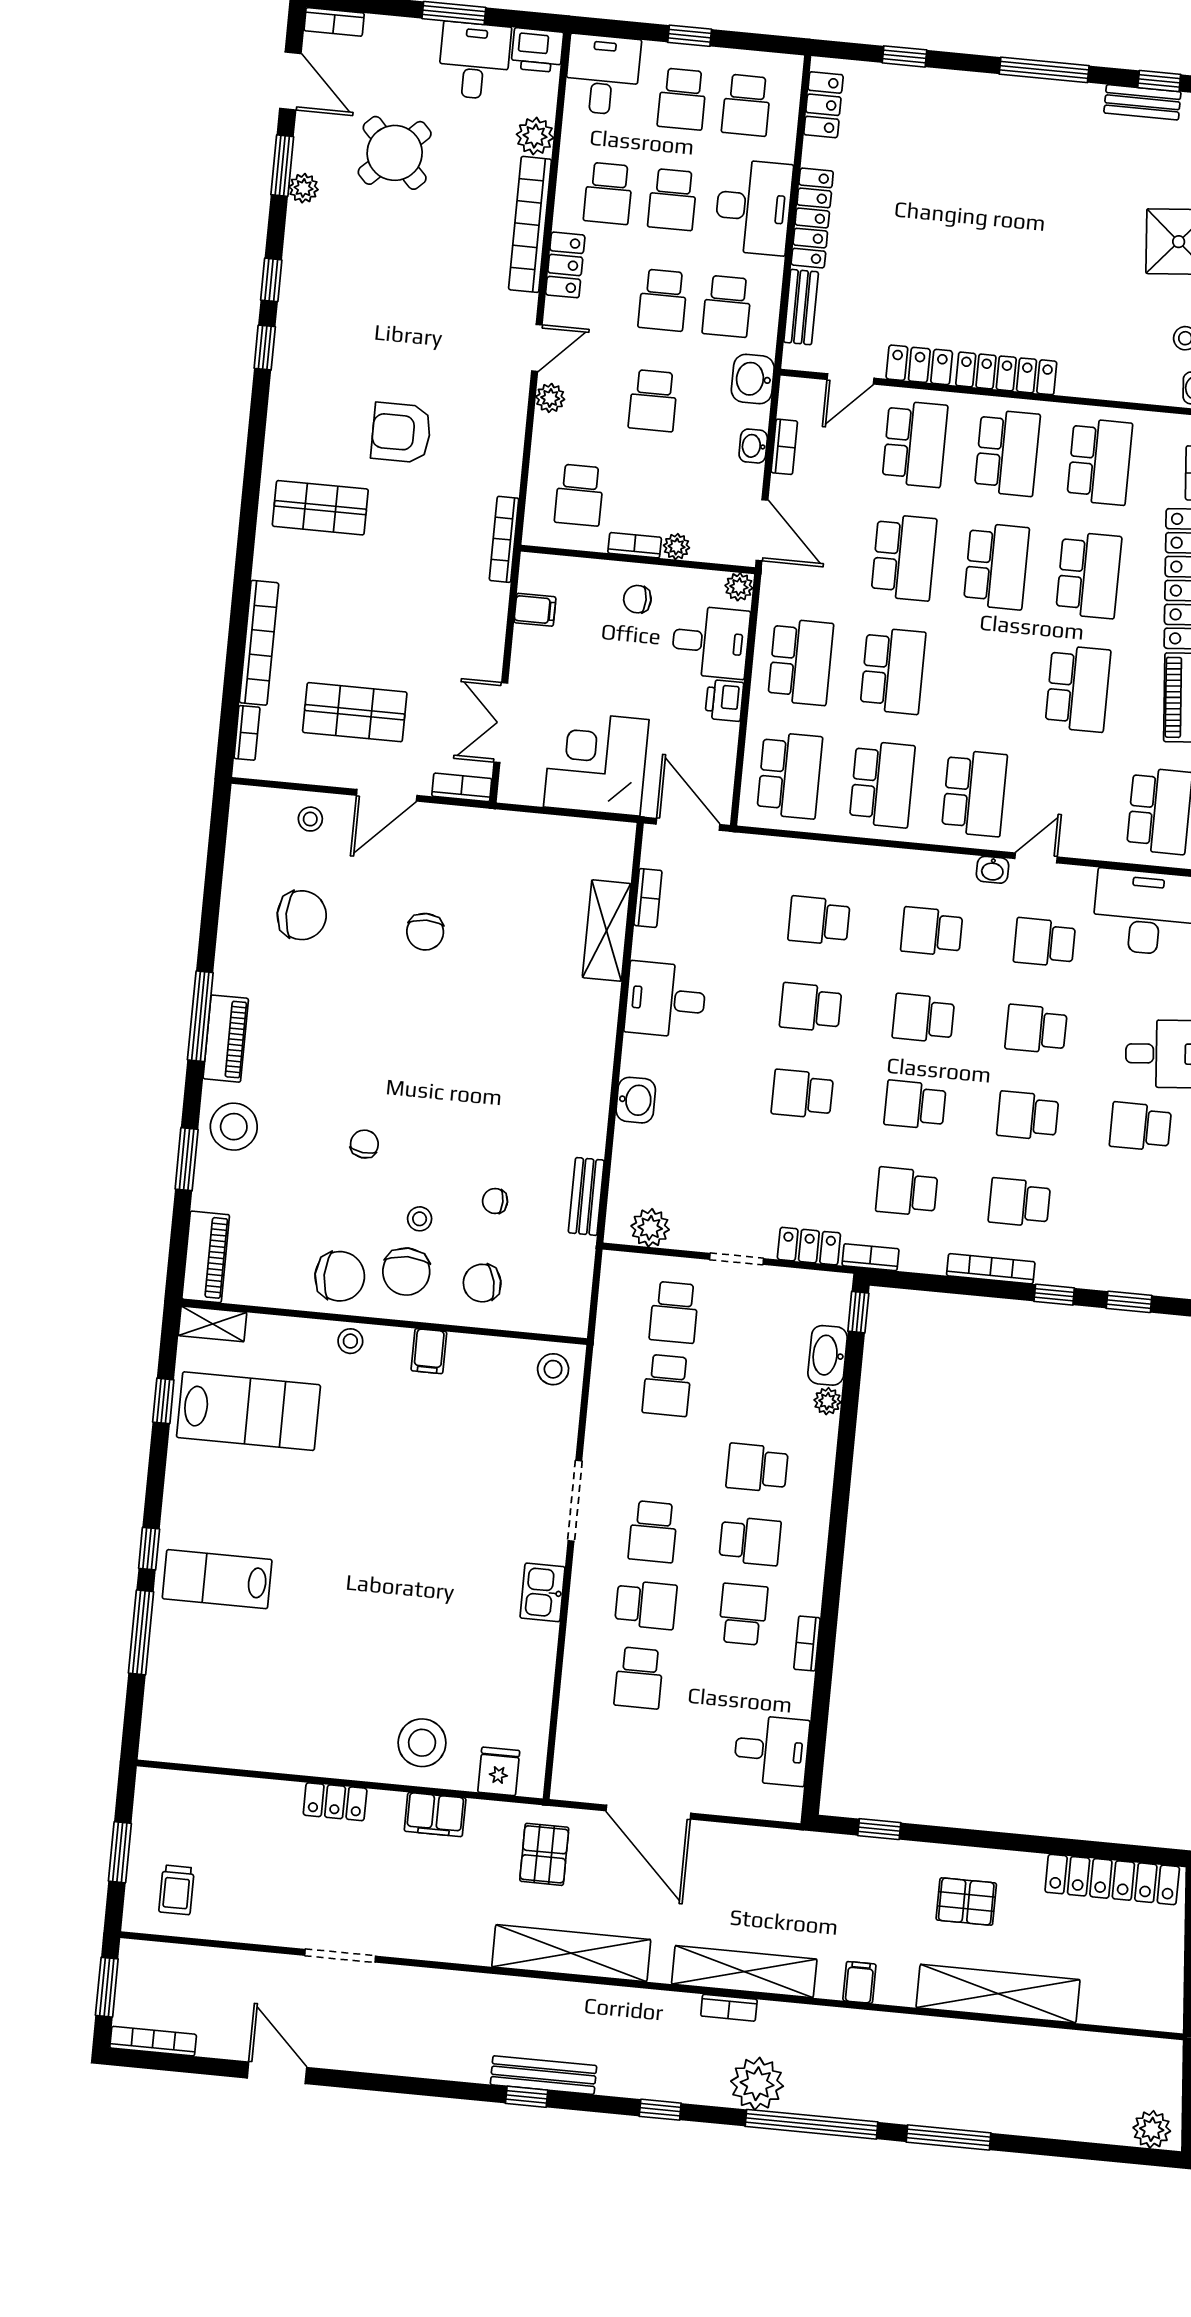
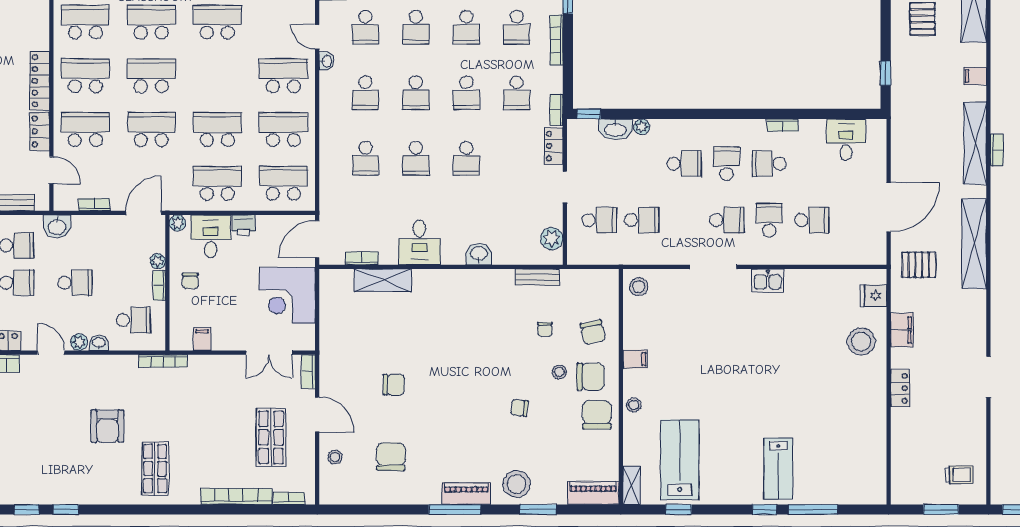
washbasin: (753, 446) -> (99, 343), moved, turned 180
school desk: (757, 1468) -> (684, 164), turned -90

